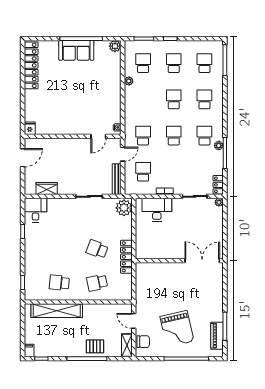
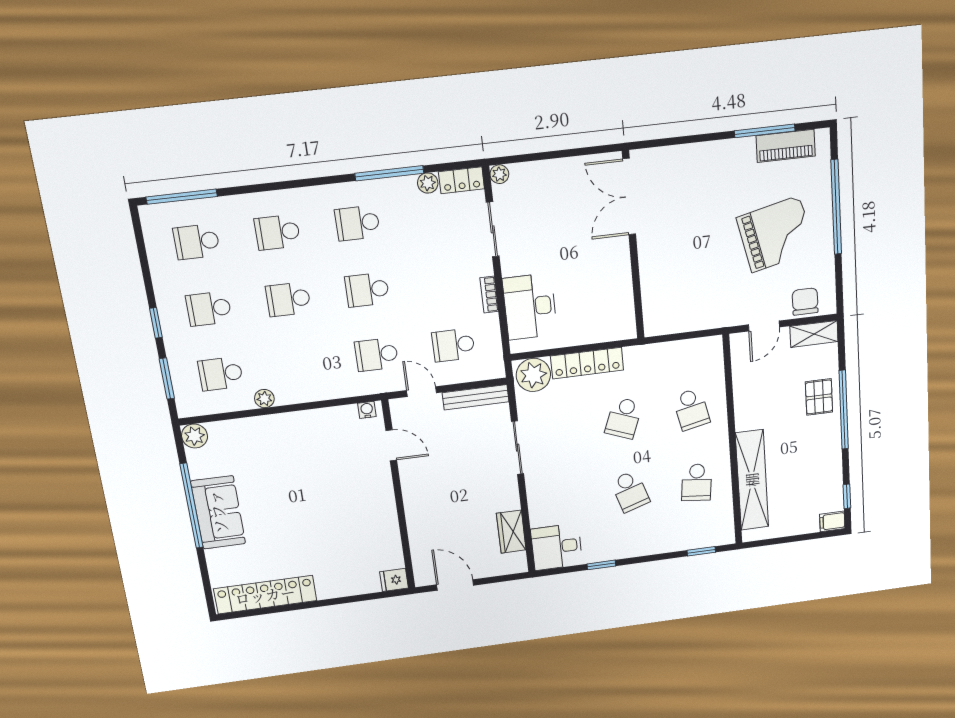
plant: (219, 146) -> (428, 183), moved
school desk: (59, 249) -> (630, 491), added
locker: (126, 257) -> (587, 363), moved

